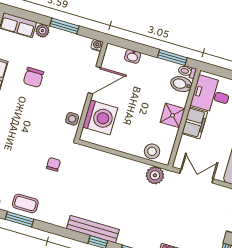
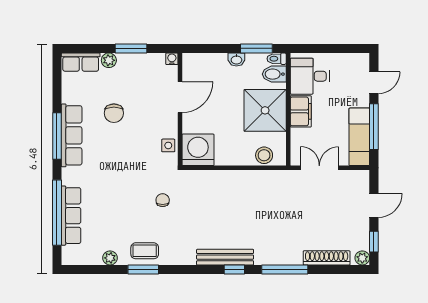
washbasin: (133, 56) -> (236, 60), moved
shower: (173, 115) -> (265, 110), width x1.86, depth x1.86
washing machine: (100, 117) -> (198, 150), moved, turned -90
plant: (155, 175) -> (275, 180), removed

